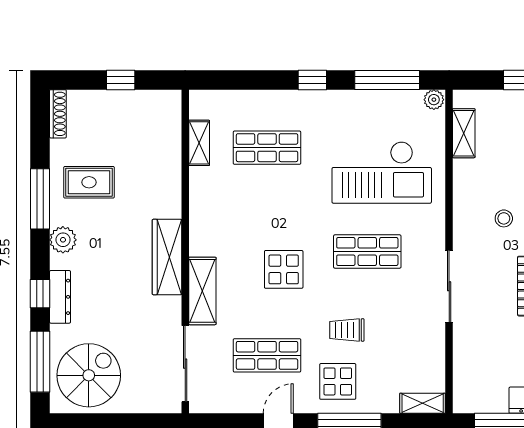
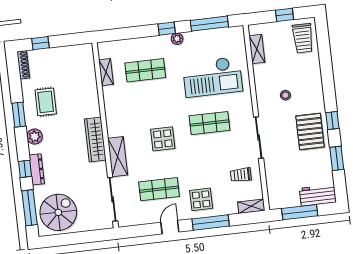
window: (121, 80) -> (40, 43), moved
plant: (434, 100) -> (177, 39), moved
rug: (89, 182) -> (46, 102), turned 90
window: (40, 199) -> (19, 115), width x0.69
trolley: (347, 330) -> (241, 175), moved

